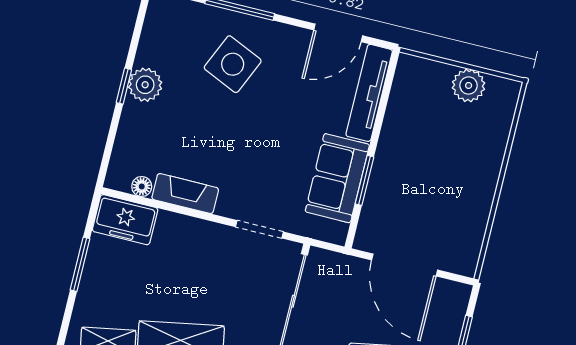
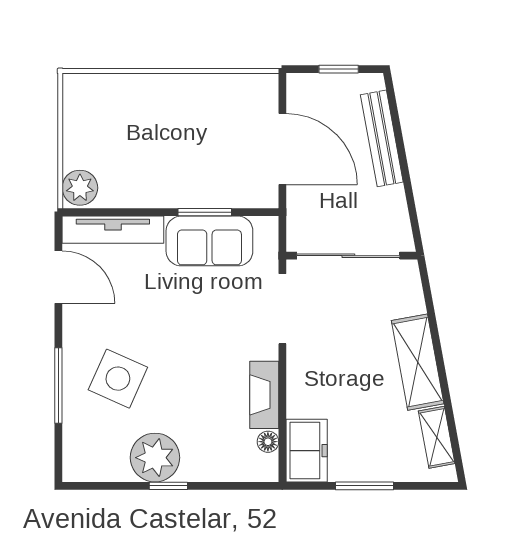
plant: (145, 85) -> (155, 458), width x1.36, depth x1.36
plant: (469, 85) -> (80, 188), moved
doorway: (259, 229) -> (282, 309), width x1.38
door: (405, 265) -> (282, 149), hinge flipped

